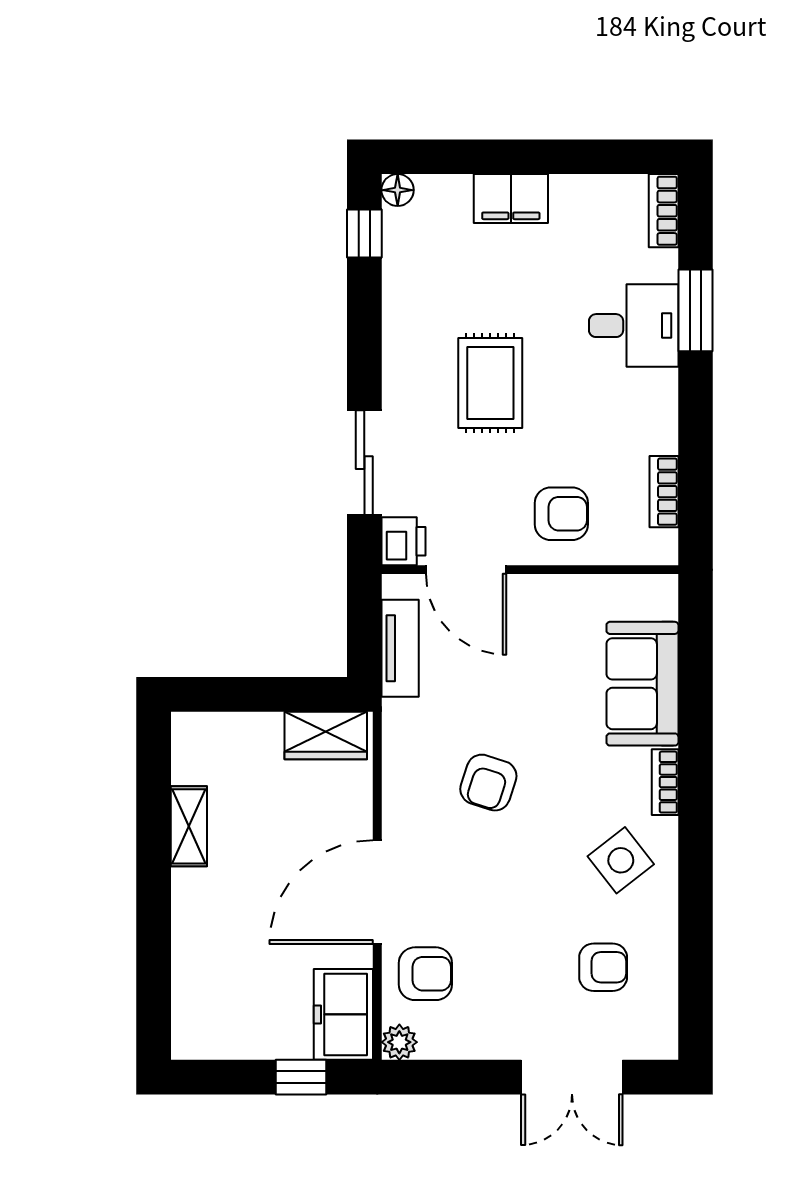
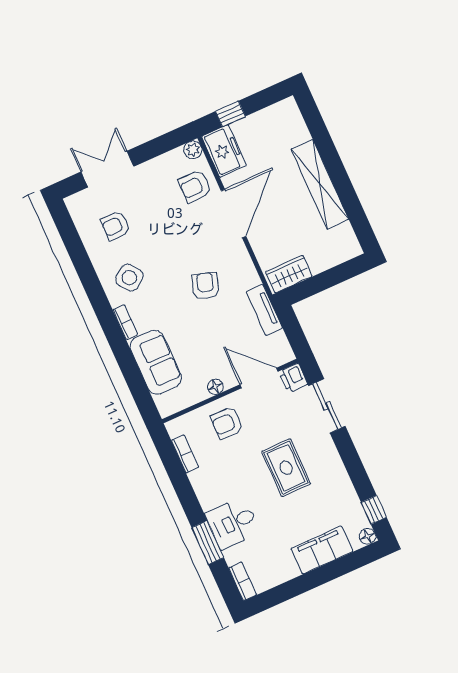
filing cabinet: (511, 199) -> (322, 550), width x1.50, depth x1.17
floor lamp: (553, 589) -> (215, 387), added
tv unit: (400, 648) -> (264, 310), moved
shelving: (189, 826) -> (320, 184), width x2.20, depth x1.33

